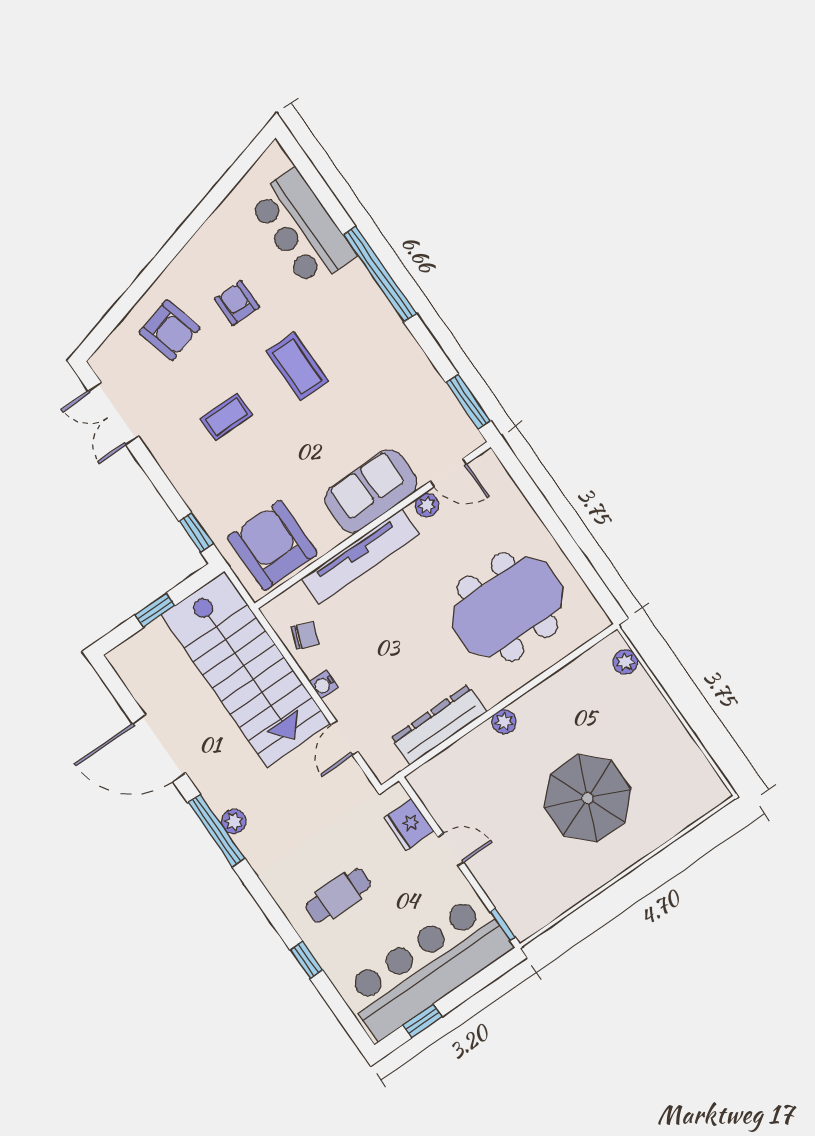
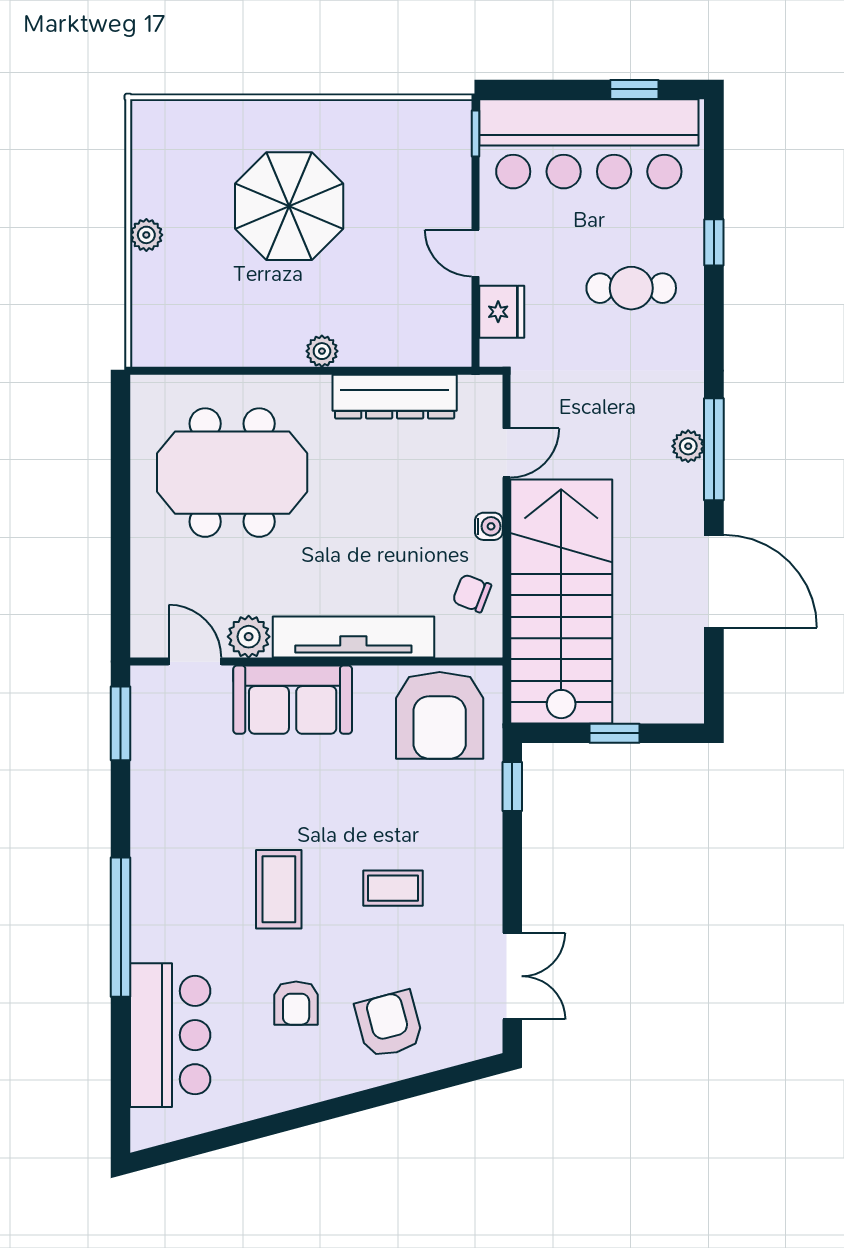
plant: (427, 505) -> (249, 637), width x1.38, depth x1.38
plant: (625, 662) -> (146, 235), moved

